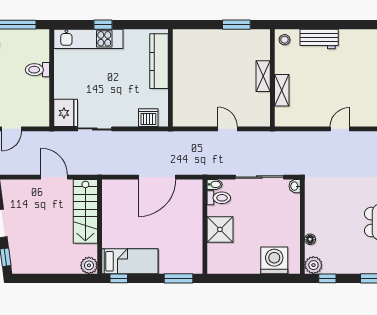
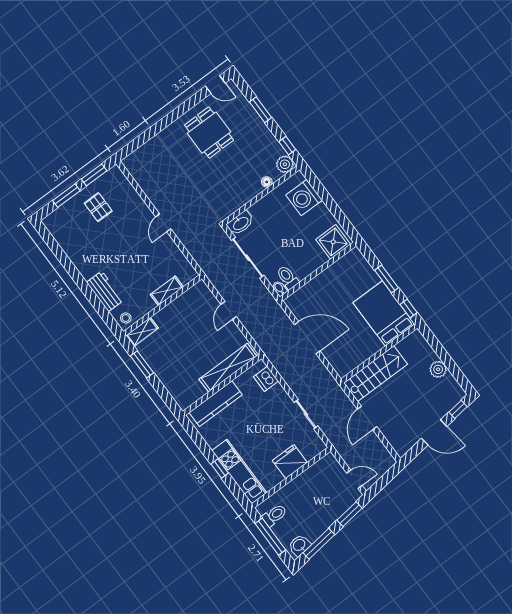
toilet: (37, 70) -> (275, 515), moved, turned -90
shelving: (263, 76) -> (142, 332), moved
shelving: (181, 93) -> (228, 368), added
fridge: (66, 113) -> (290, 462), moved
door: (340, 129) -> (163, 223), hinge flipped
washbasin: (295, 186) -> (240, 223), width x1.91, depth x1.45
shower: (220, 229) -> (333, 242), moved
bed: (130, 261) -> (384, 313), width x1.50
plant: (89, 265) -> (438, 369), moved
window: (179, 278) -> (387, 279), moved

